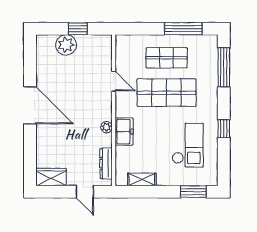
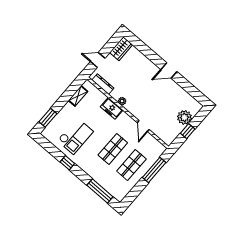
window: (183, 29) -> (154, 170), moved
door: (114, 81) -> (143, 126), hinge flipped
shop shelf: (167, 93) -> (113, 149), width x0.70, depth x0.74
door: (30, 105) -> (169, 70), width x0.53
checkout: (188, 145) -> (75, 136), turned -90

